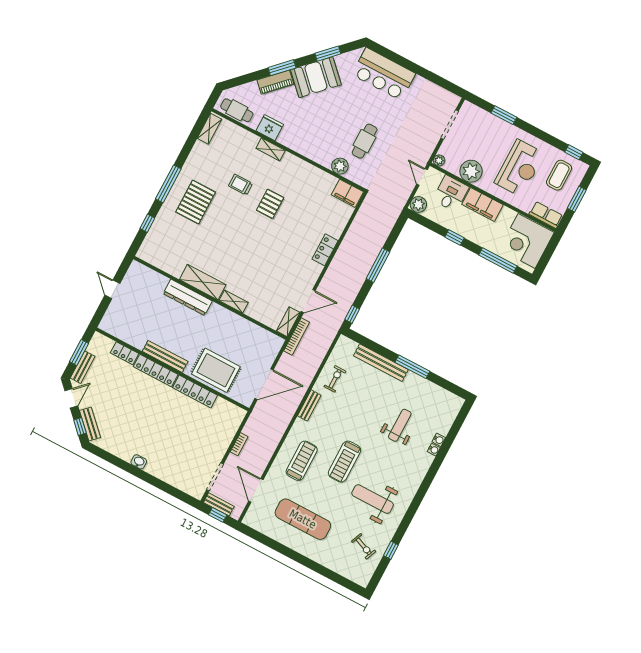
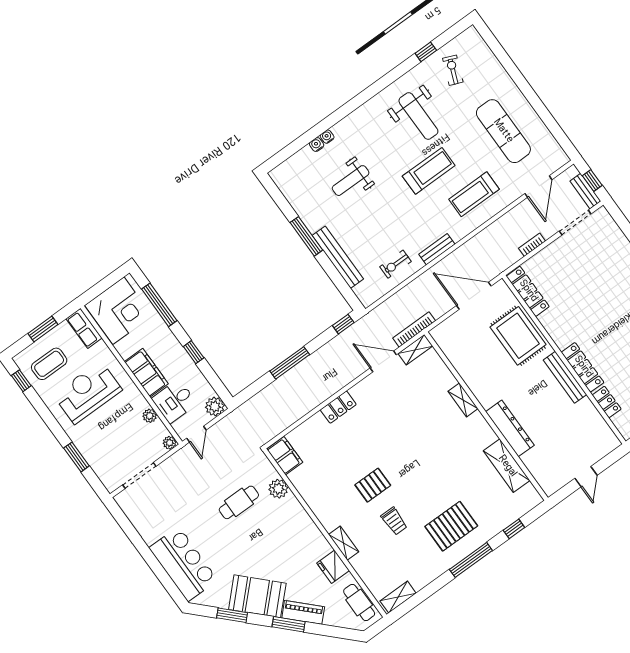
plant: (471, 171) -> (150, 416), width x0.53, depth x0.53
shelving: (203, 282) -> (507, 466), moved
locker: (195, 391) -> (528, 291), moved

